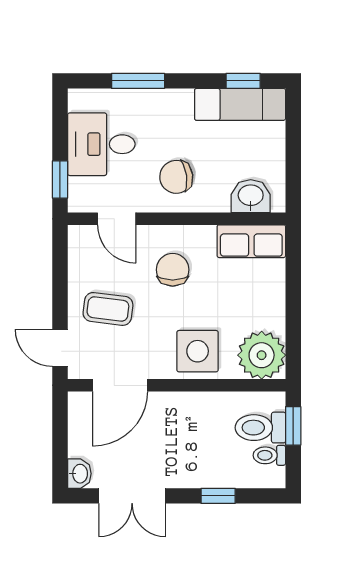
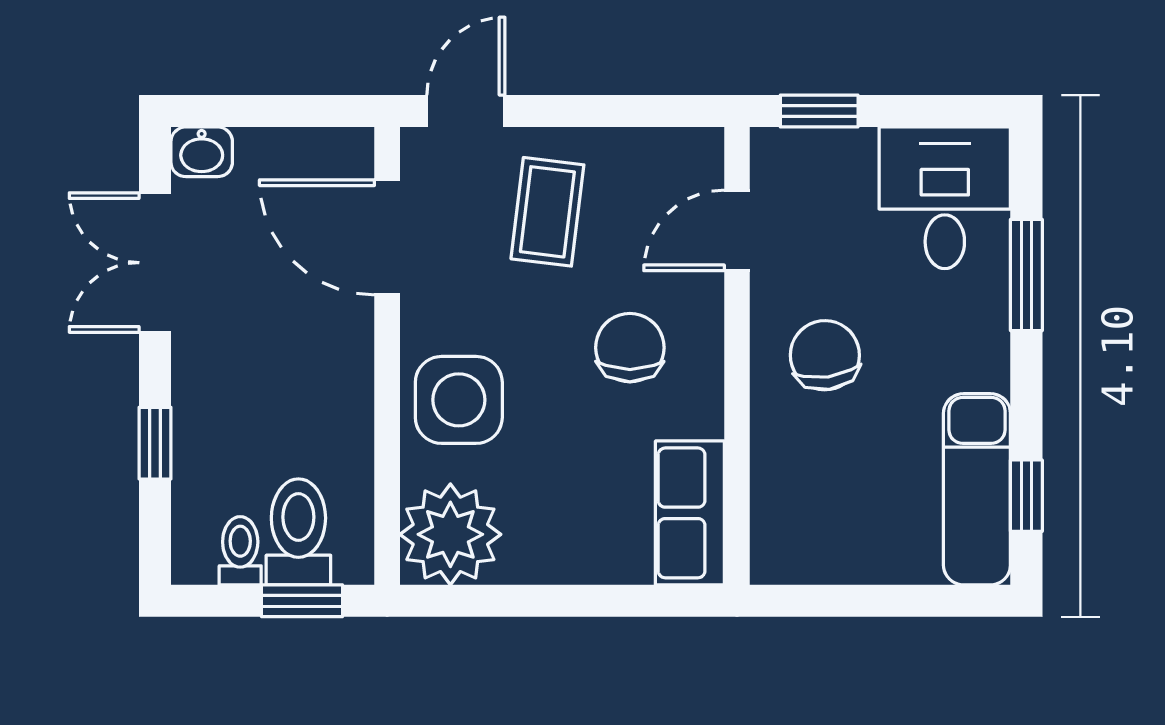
desk: (101, 144) -> (945, 198), moved
washbasin: (251, 196) -> (784, 511), removed
chair: (173, 270) -> (630, 348), turned -90

